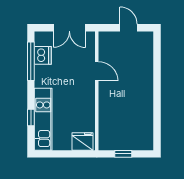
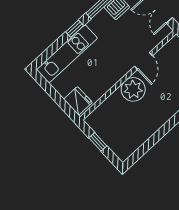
plant: (110, 96) -> (133, 89), added
window: (31, 118) -> (75, 29), moved

